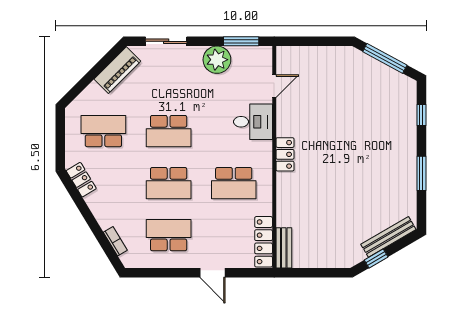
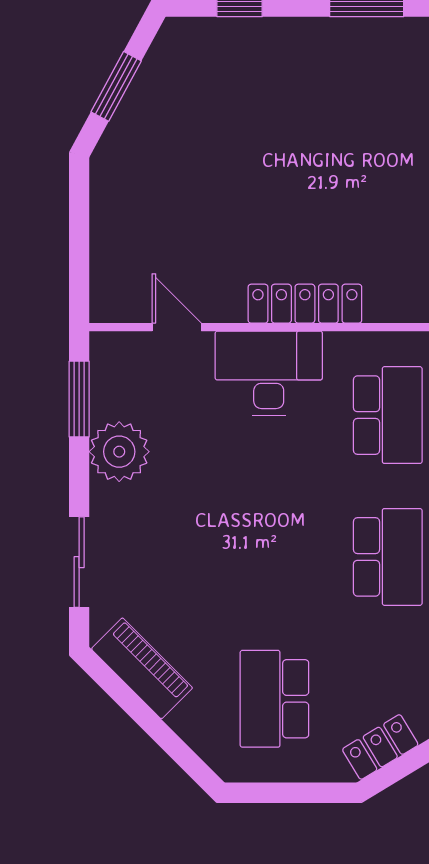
window: (385, 58) -> (116, 86), width x0.69
desk: (253, 122) -> (269, 373), width x1.37
school desk: (169, 131) -> (274, 557), removed
locker: (285, 154) -> (305, 304), width x1.53

